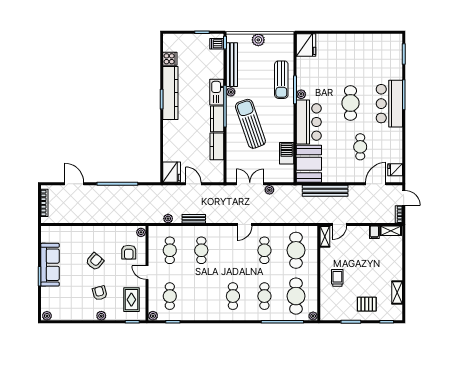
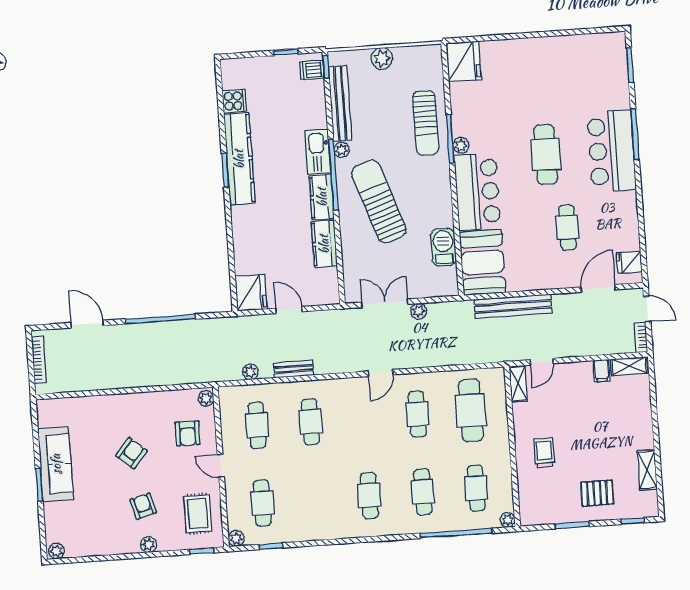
cafe table: (296, 296) -> (476, 488), width x0.73, depth x0.74

